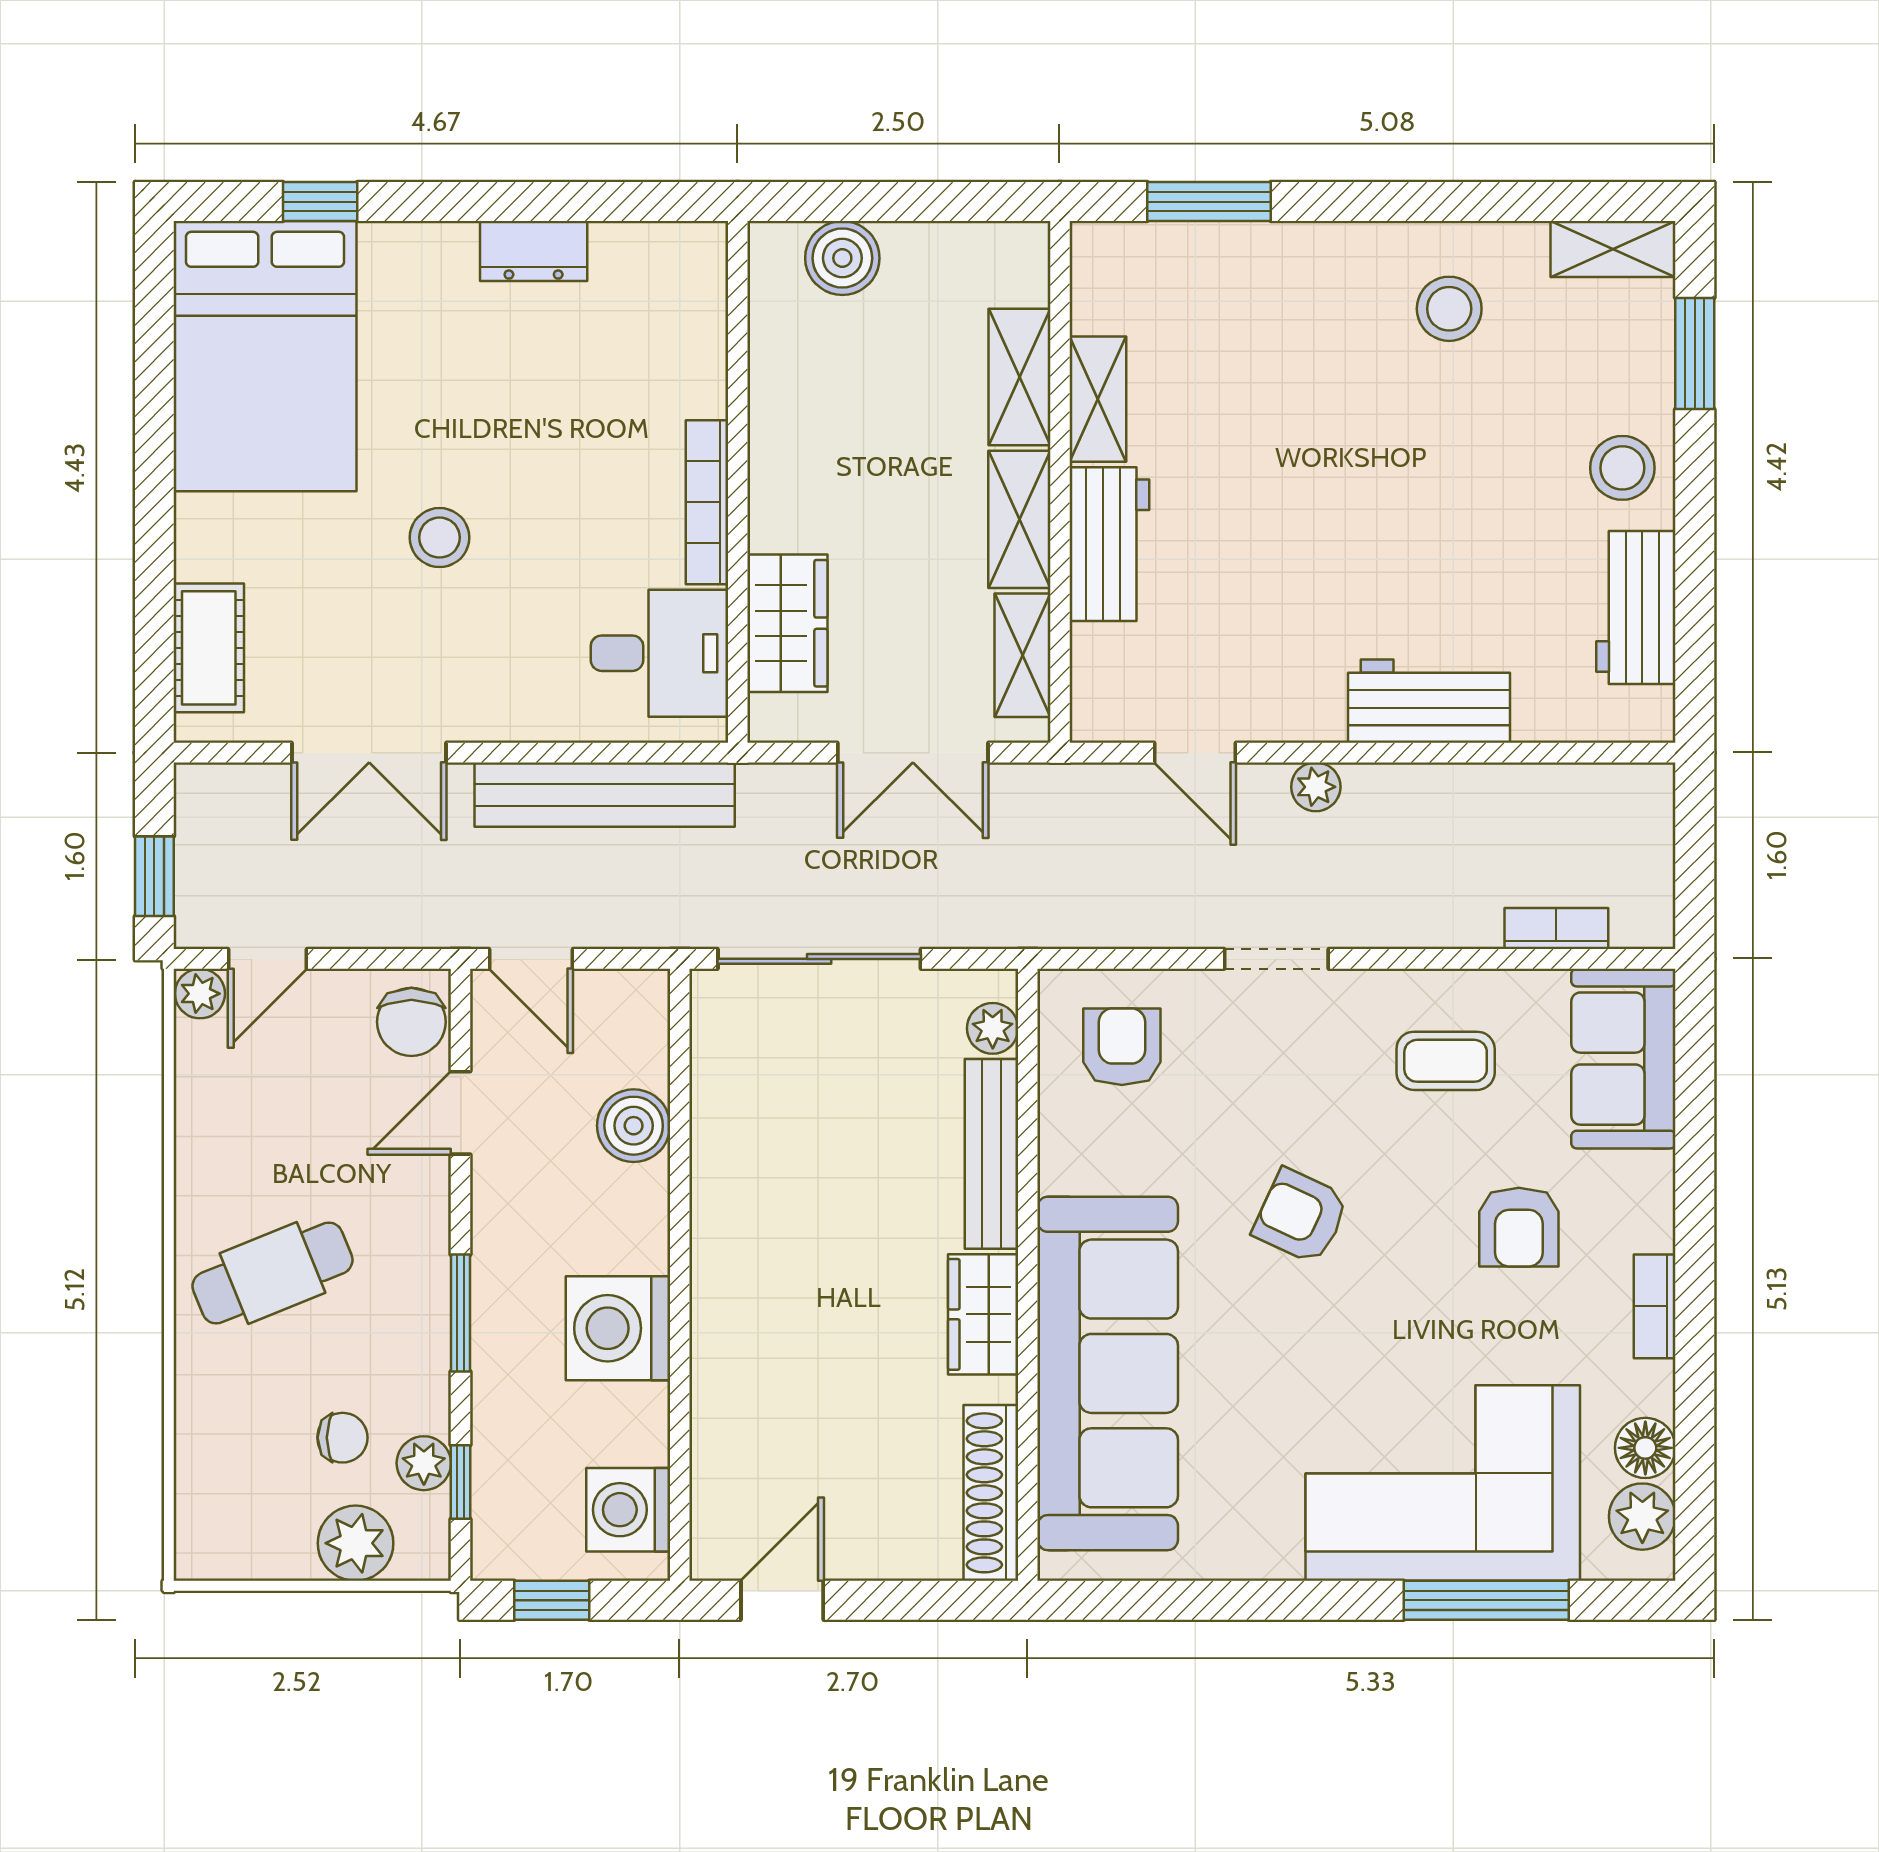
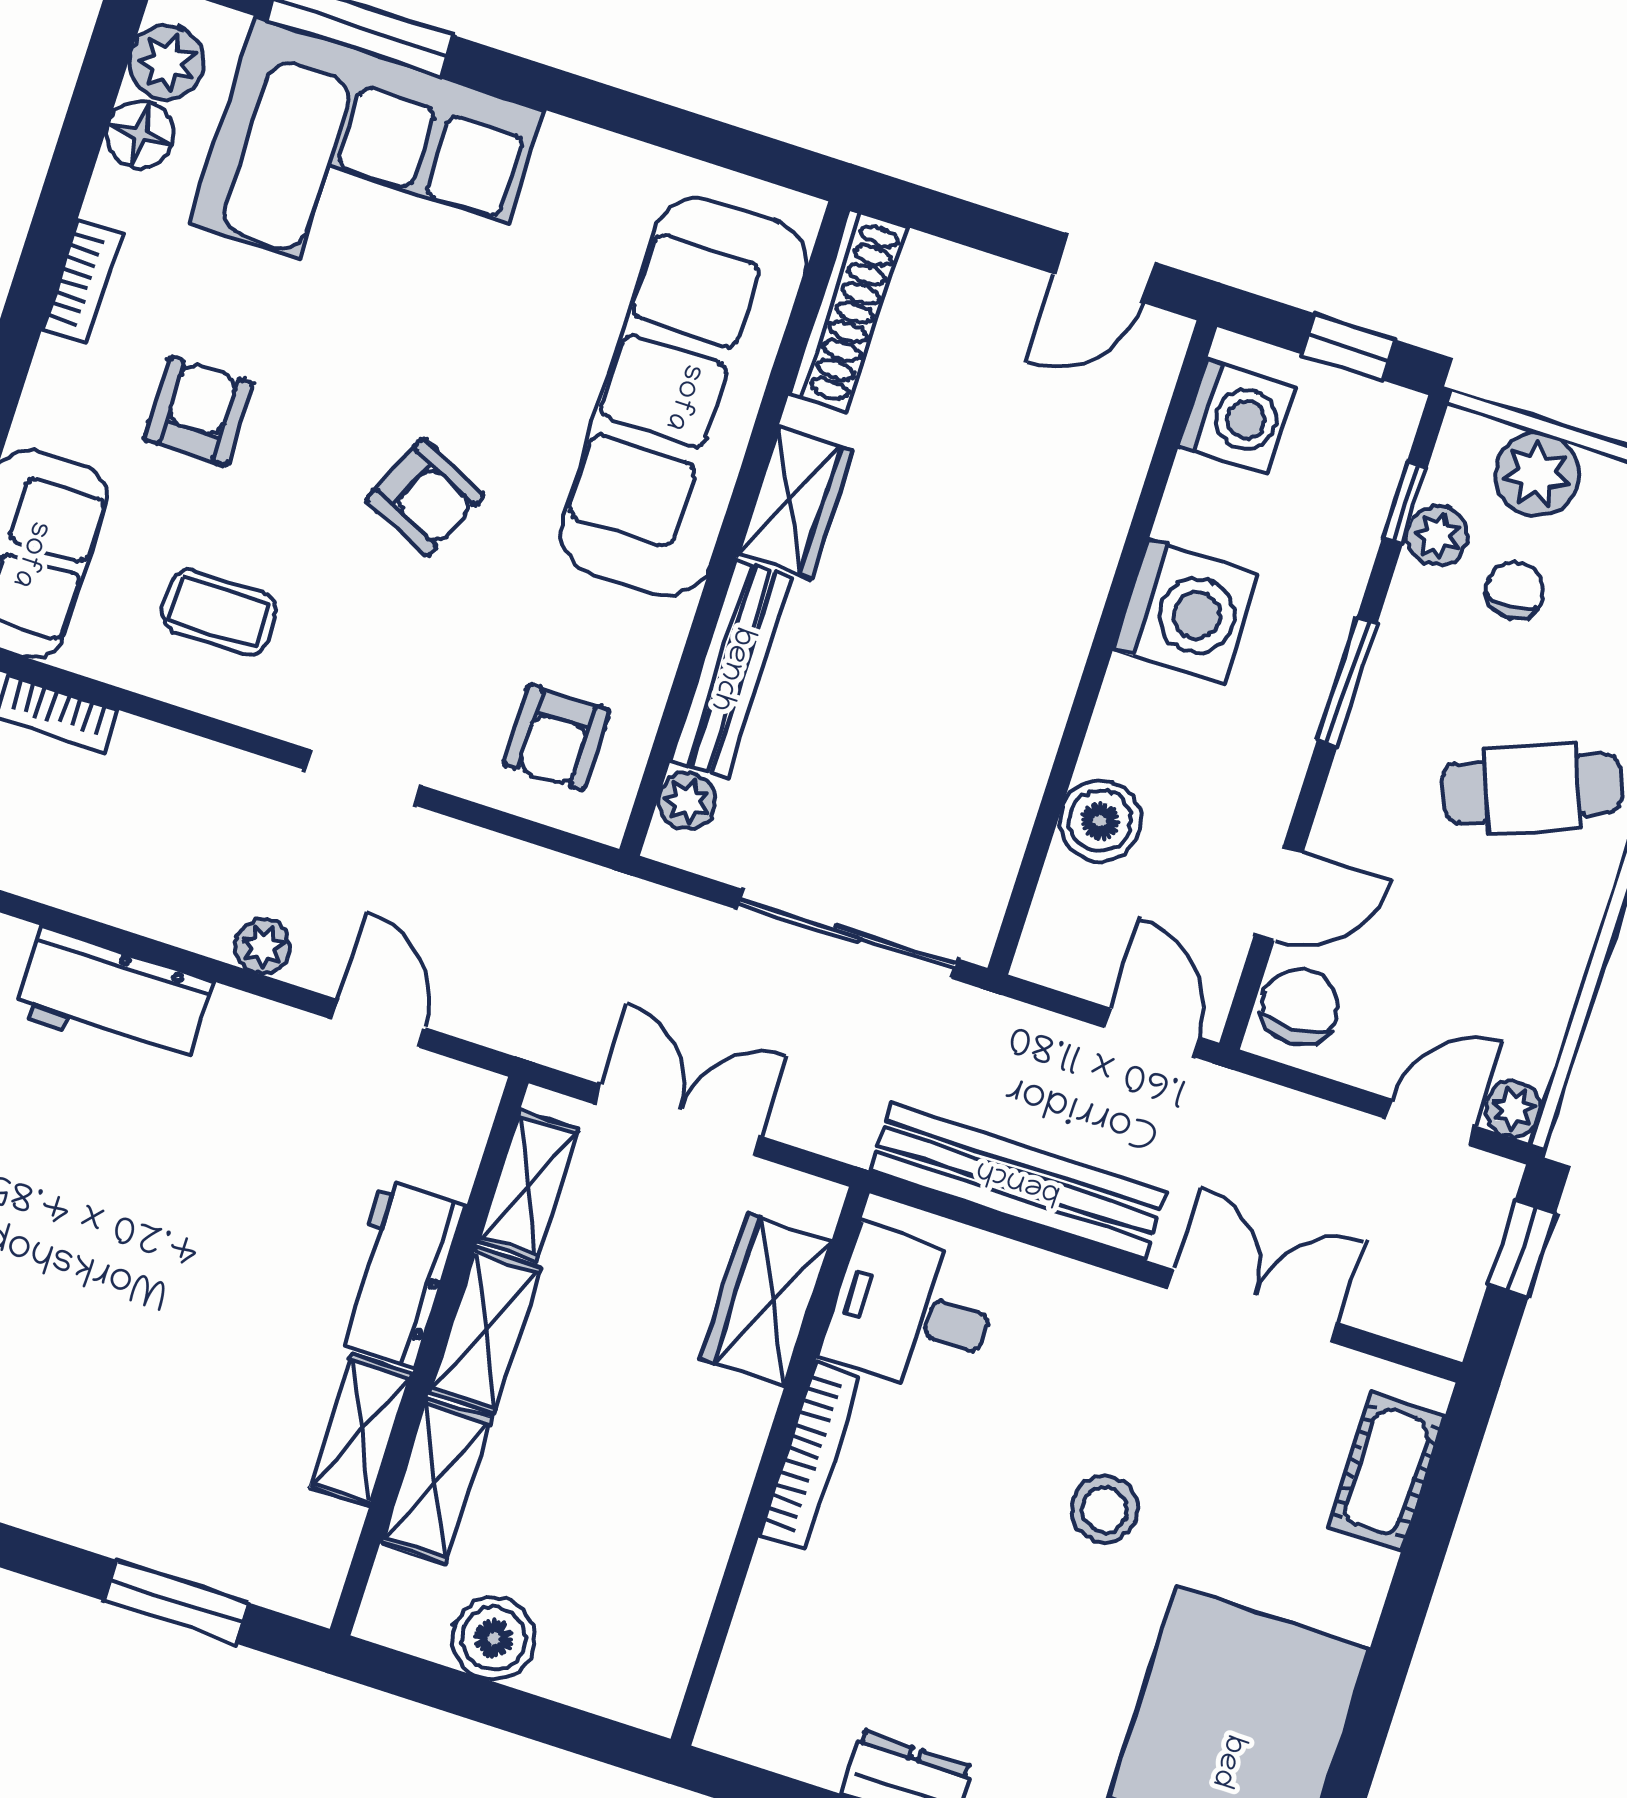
boiler: (842, 258) -> (493, 1638), moved
chair: (342, 1438) -> (1515, 590), turned 90

